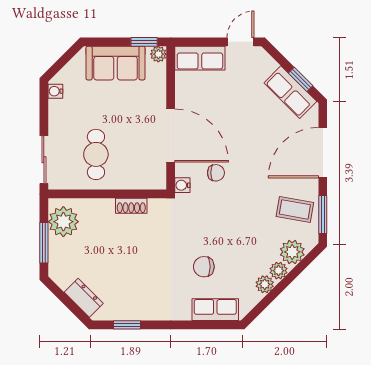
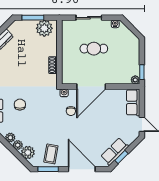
sofa: (116, 63) -> (130, 57), removed
cafe table: (96, 154) -> (94, 49), moved
sliding door: (44, 160) -> (89, 18), moved

